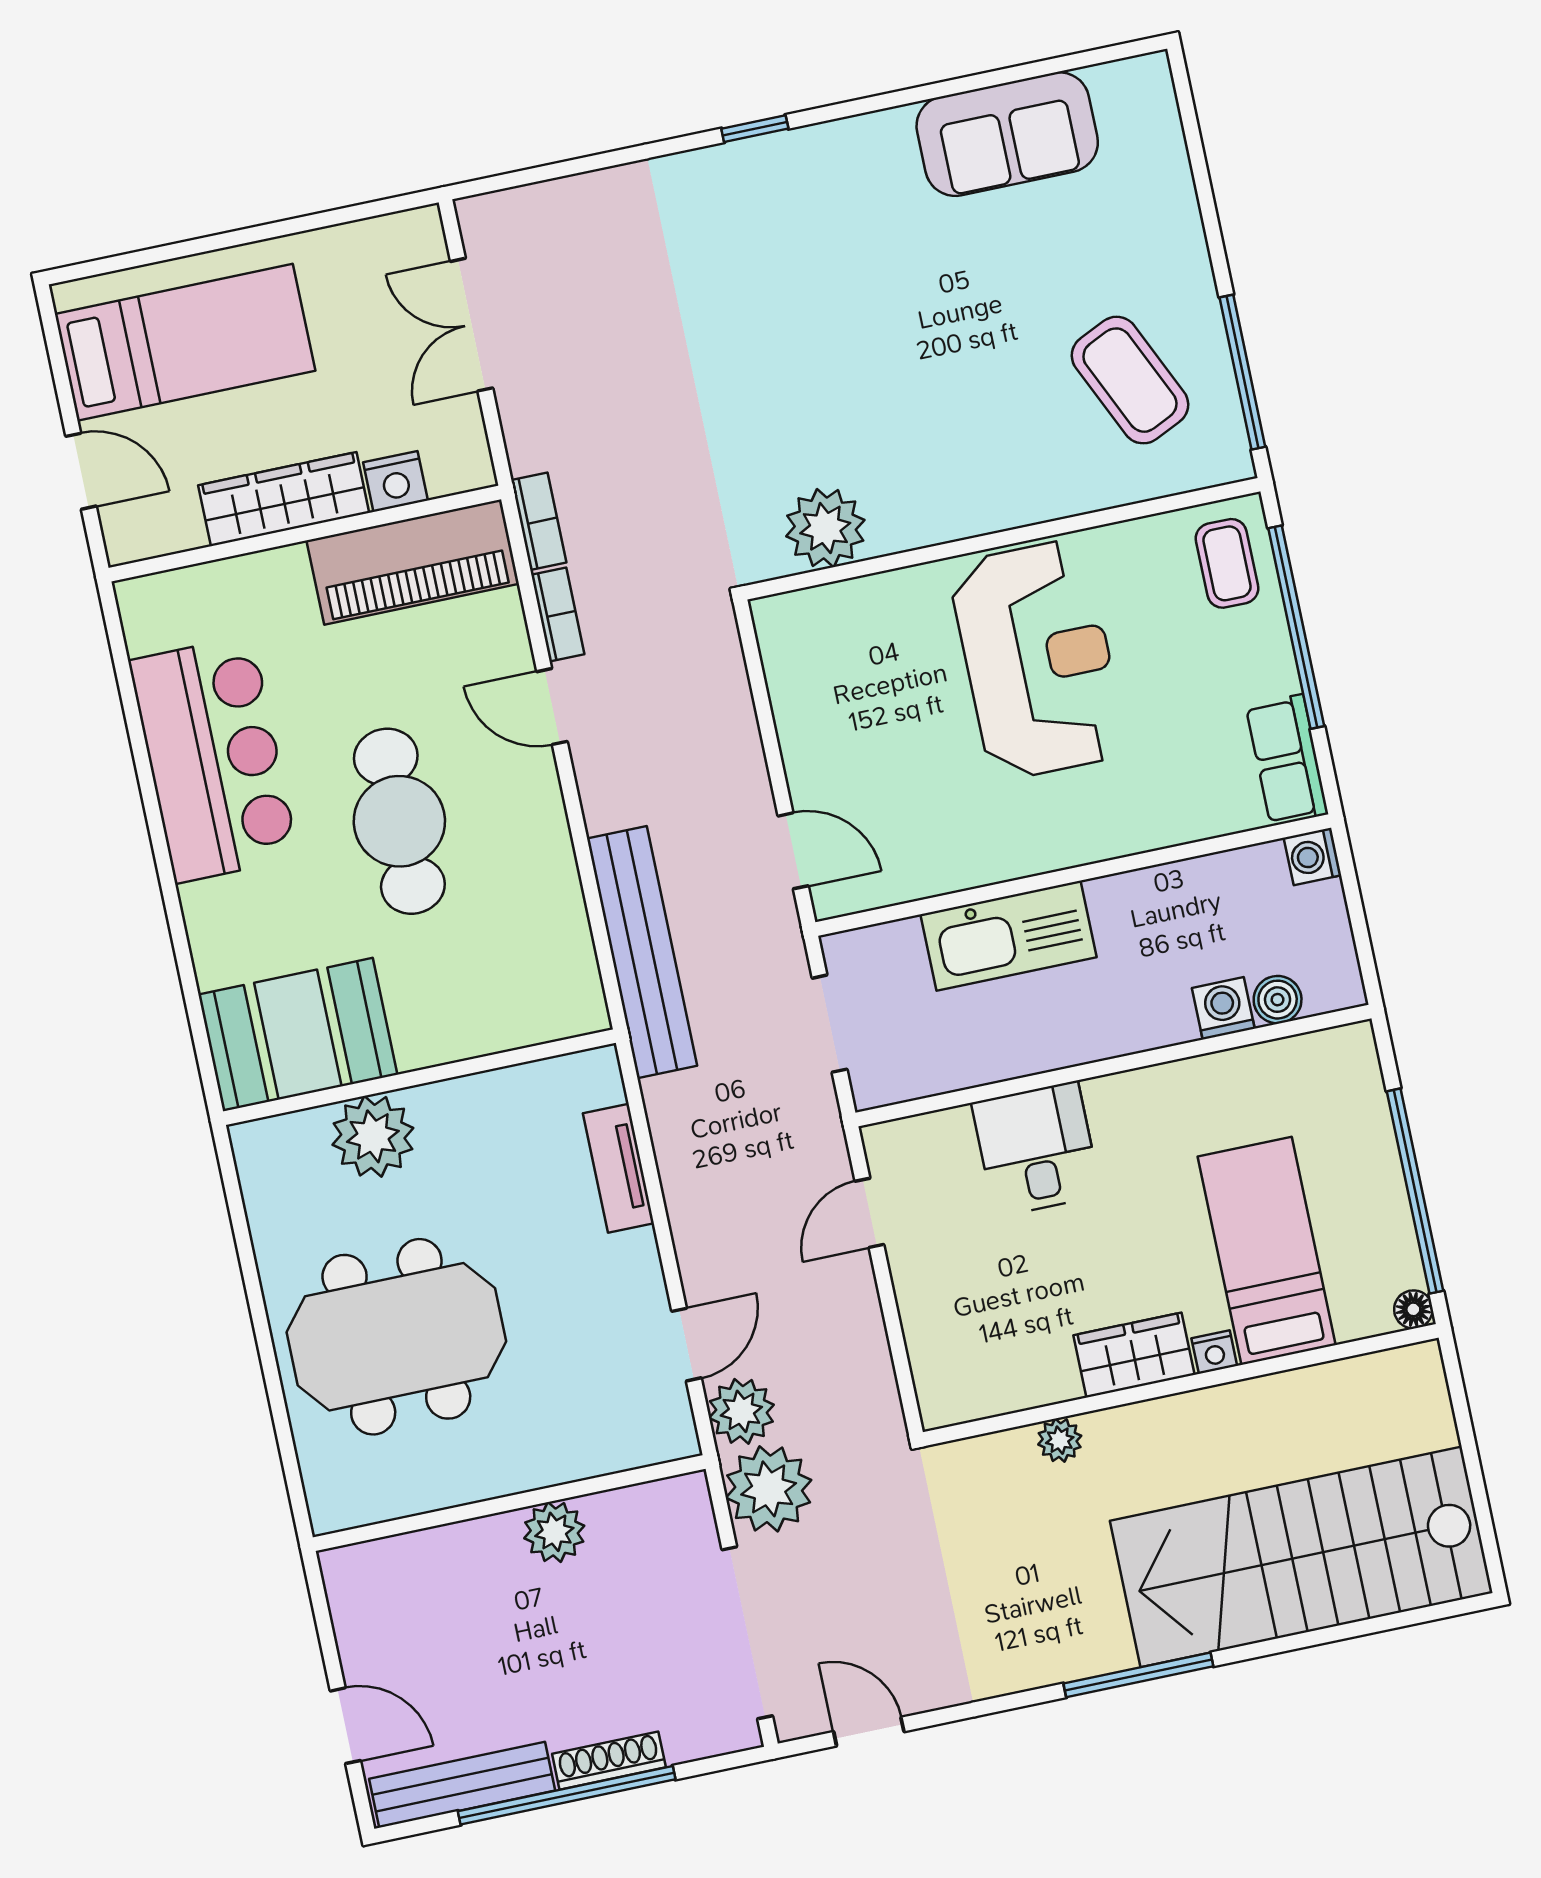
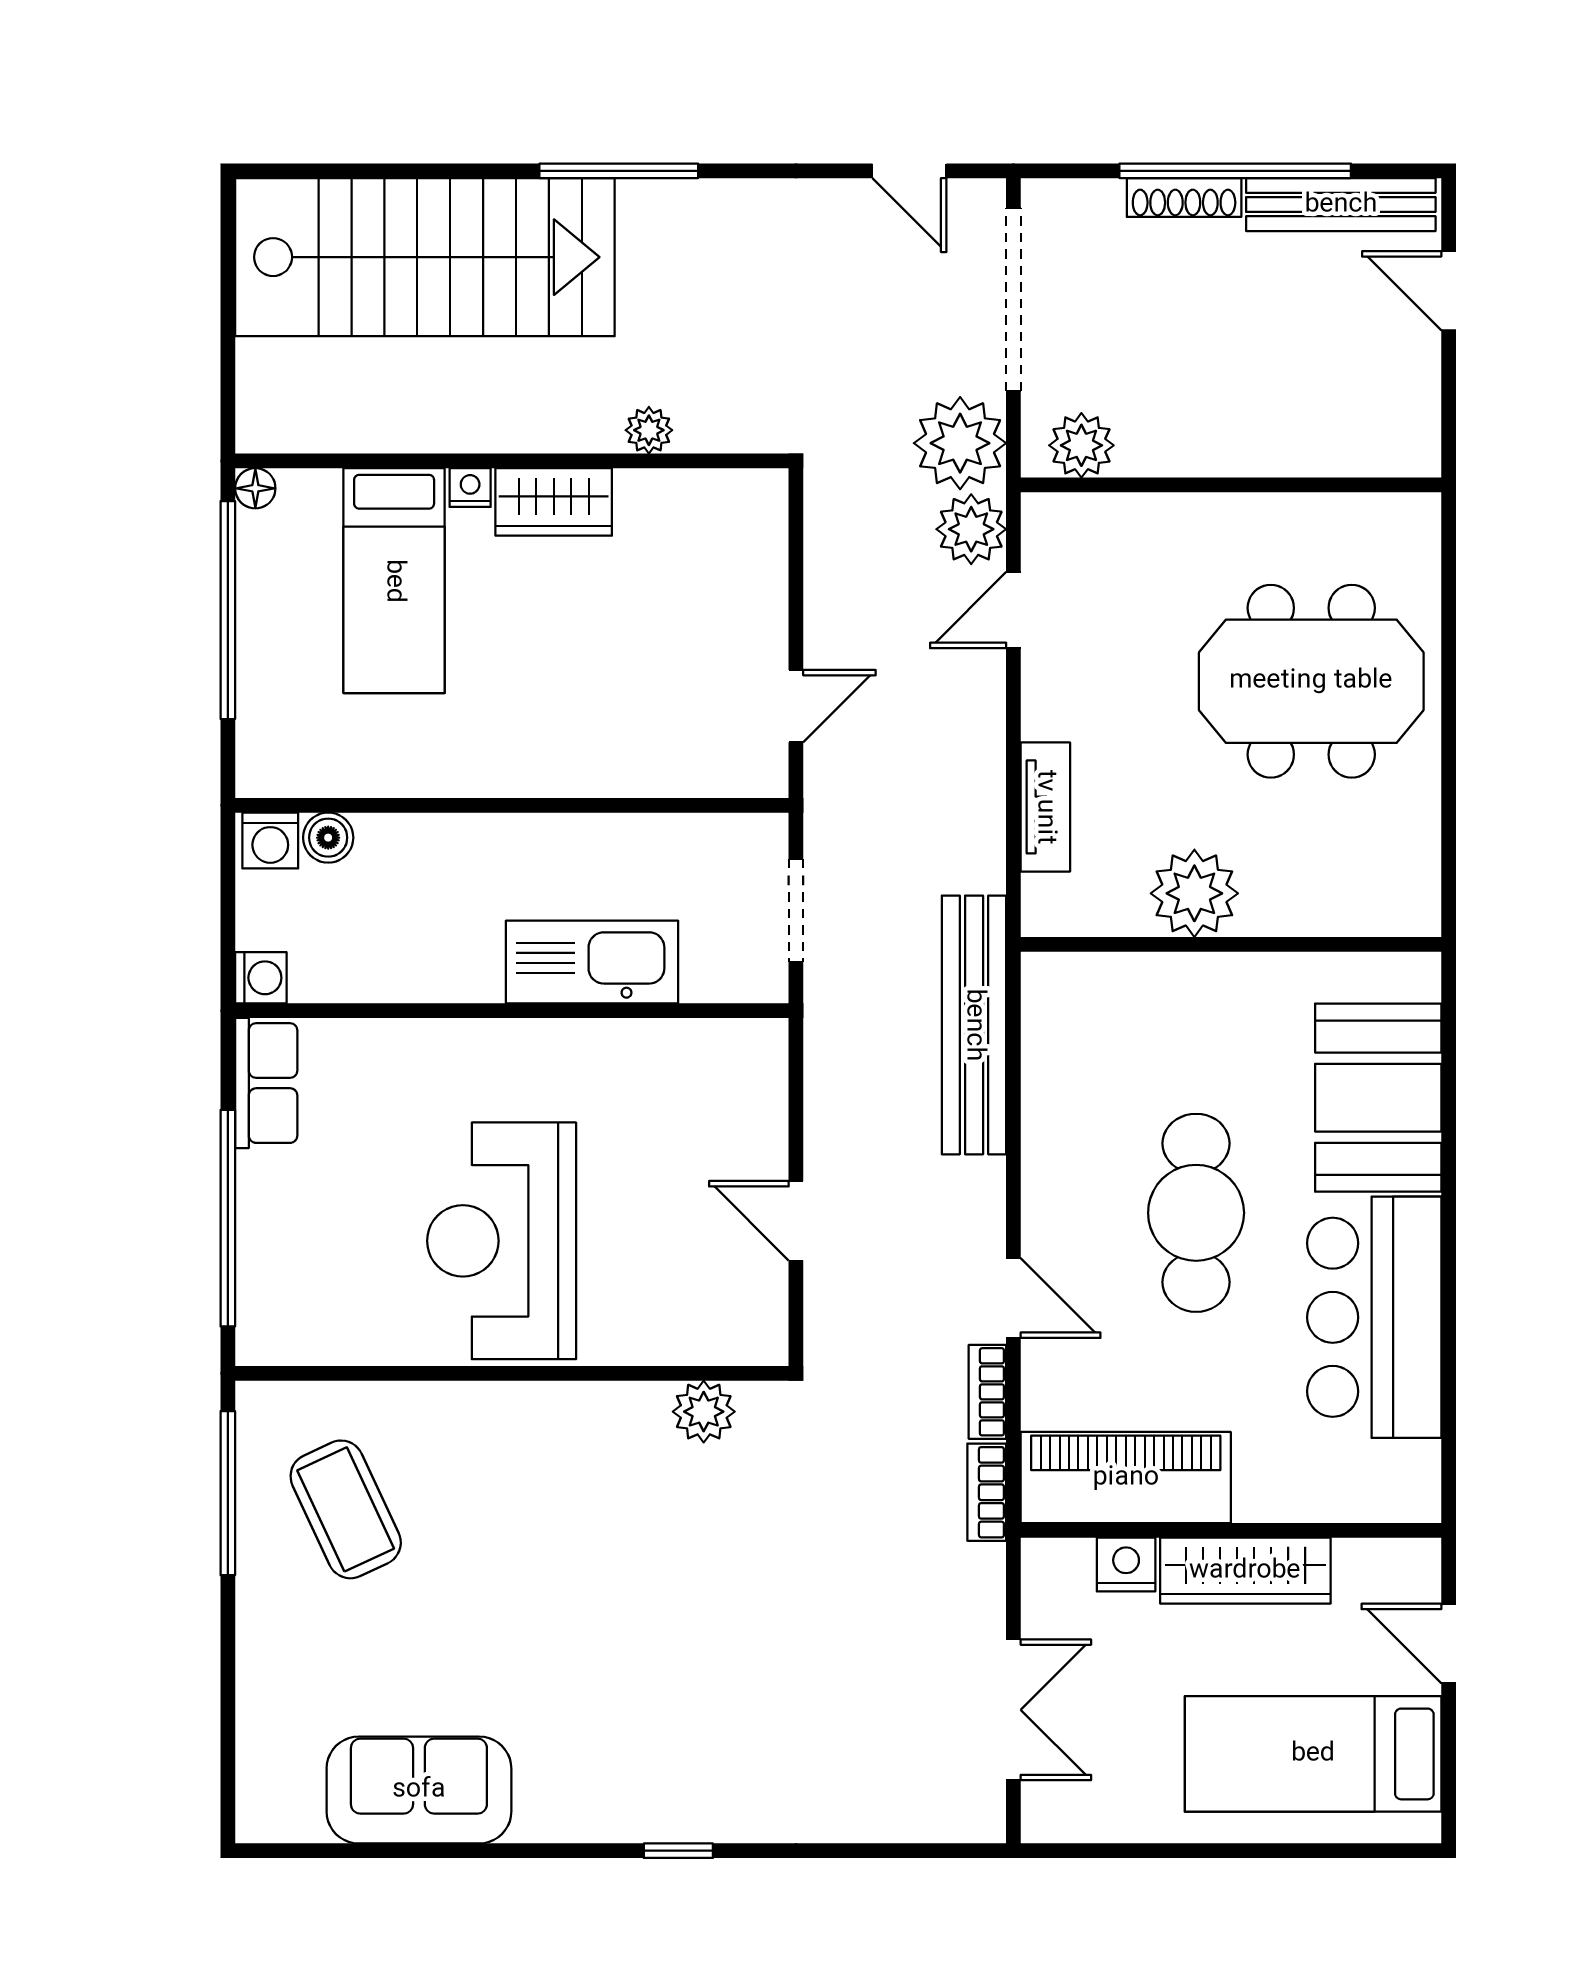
plant: (825, 528) -> (704, 1412), width x0.73, depth x0.73
coffee table: (1227, 563) -> (285, 1299), removed
door: (793, 851) -> (796, 1221), moved
washing machine: (1223, 1008) -> (270, 840), moved
booth: (298, 1035) -> (1378, 1098), moved, turned 90
plant: (373, 1136) -> (1194, 893), moved
desk: (1036, 1149) -> (610, 736), removed
plant: (554, 1532) -> (1081, 445), moved

